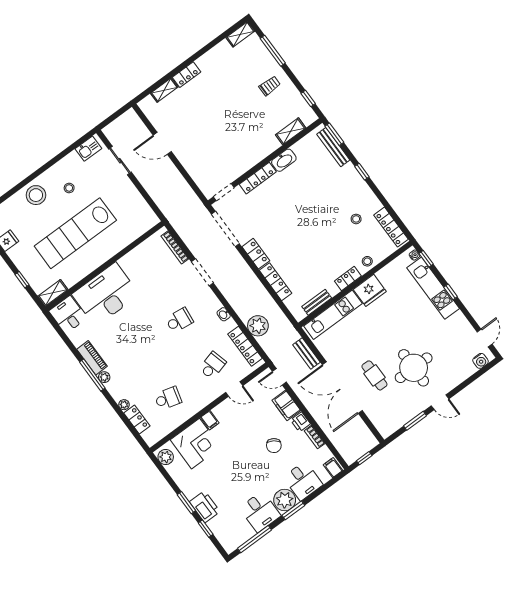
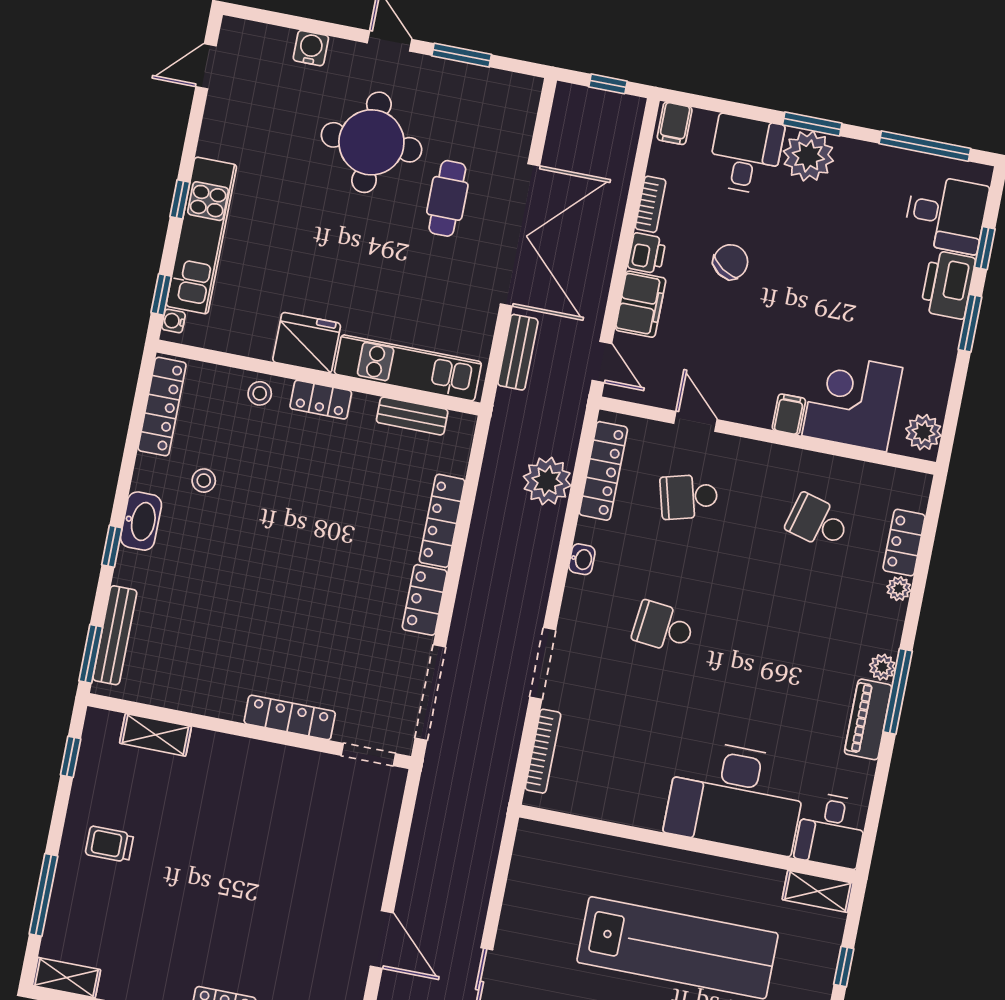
washbasin: (284, 160) -> (141, 521), moved, turned 90
water cooler: (481, 361) -> (311, 48), moved
desk: (260, 512) -> (946, 214), moved, turned 90

